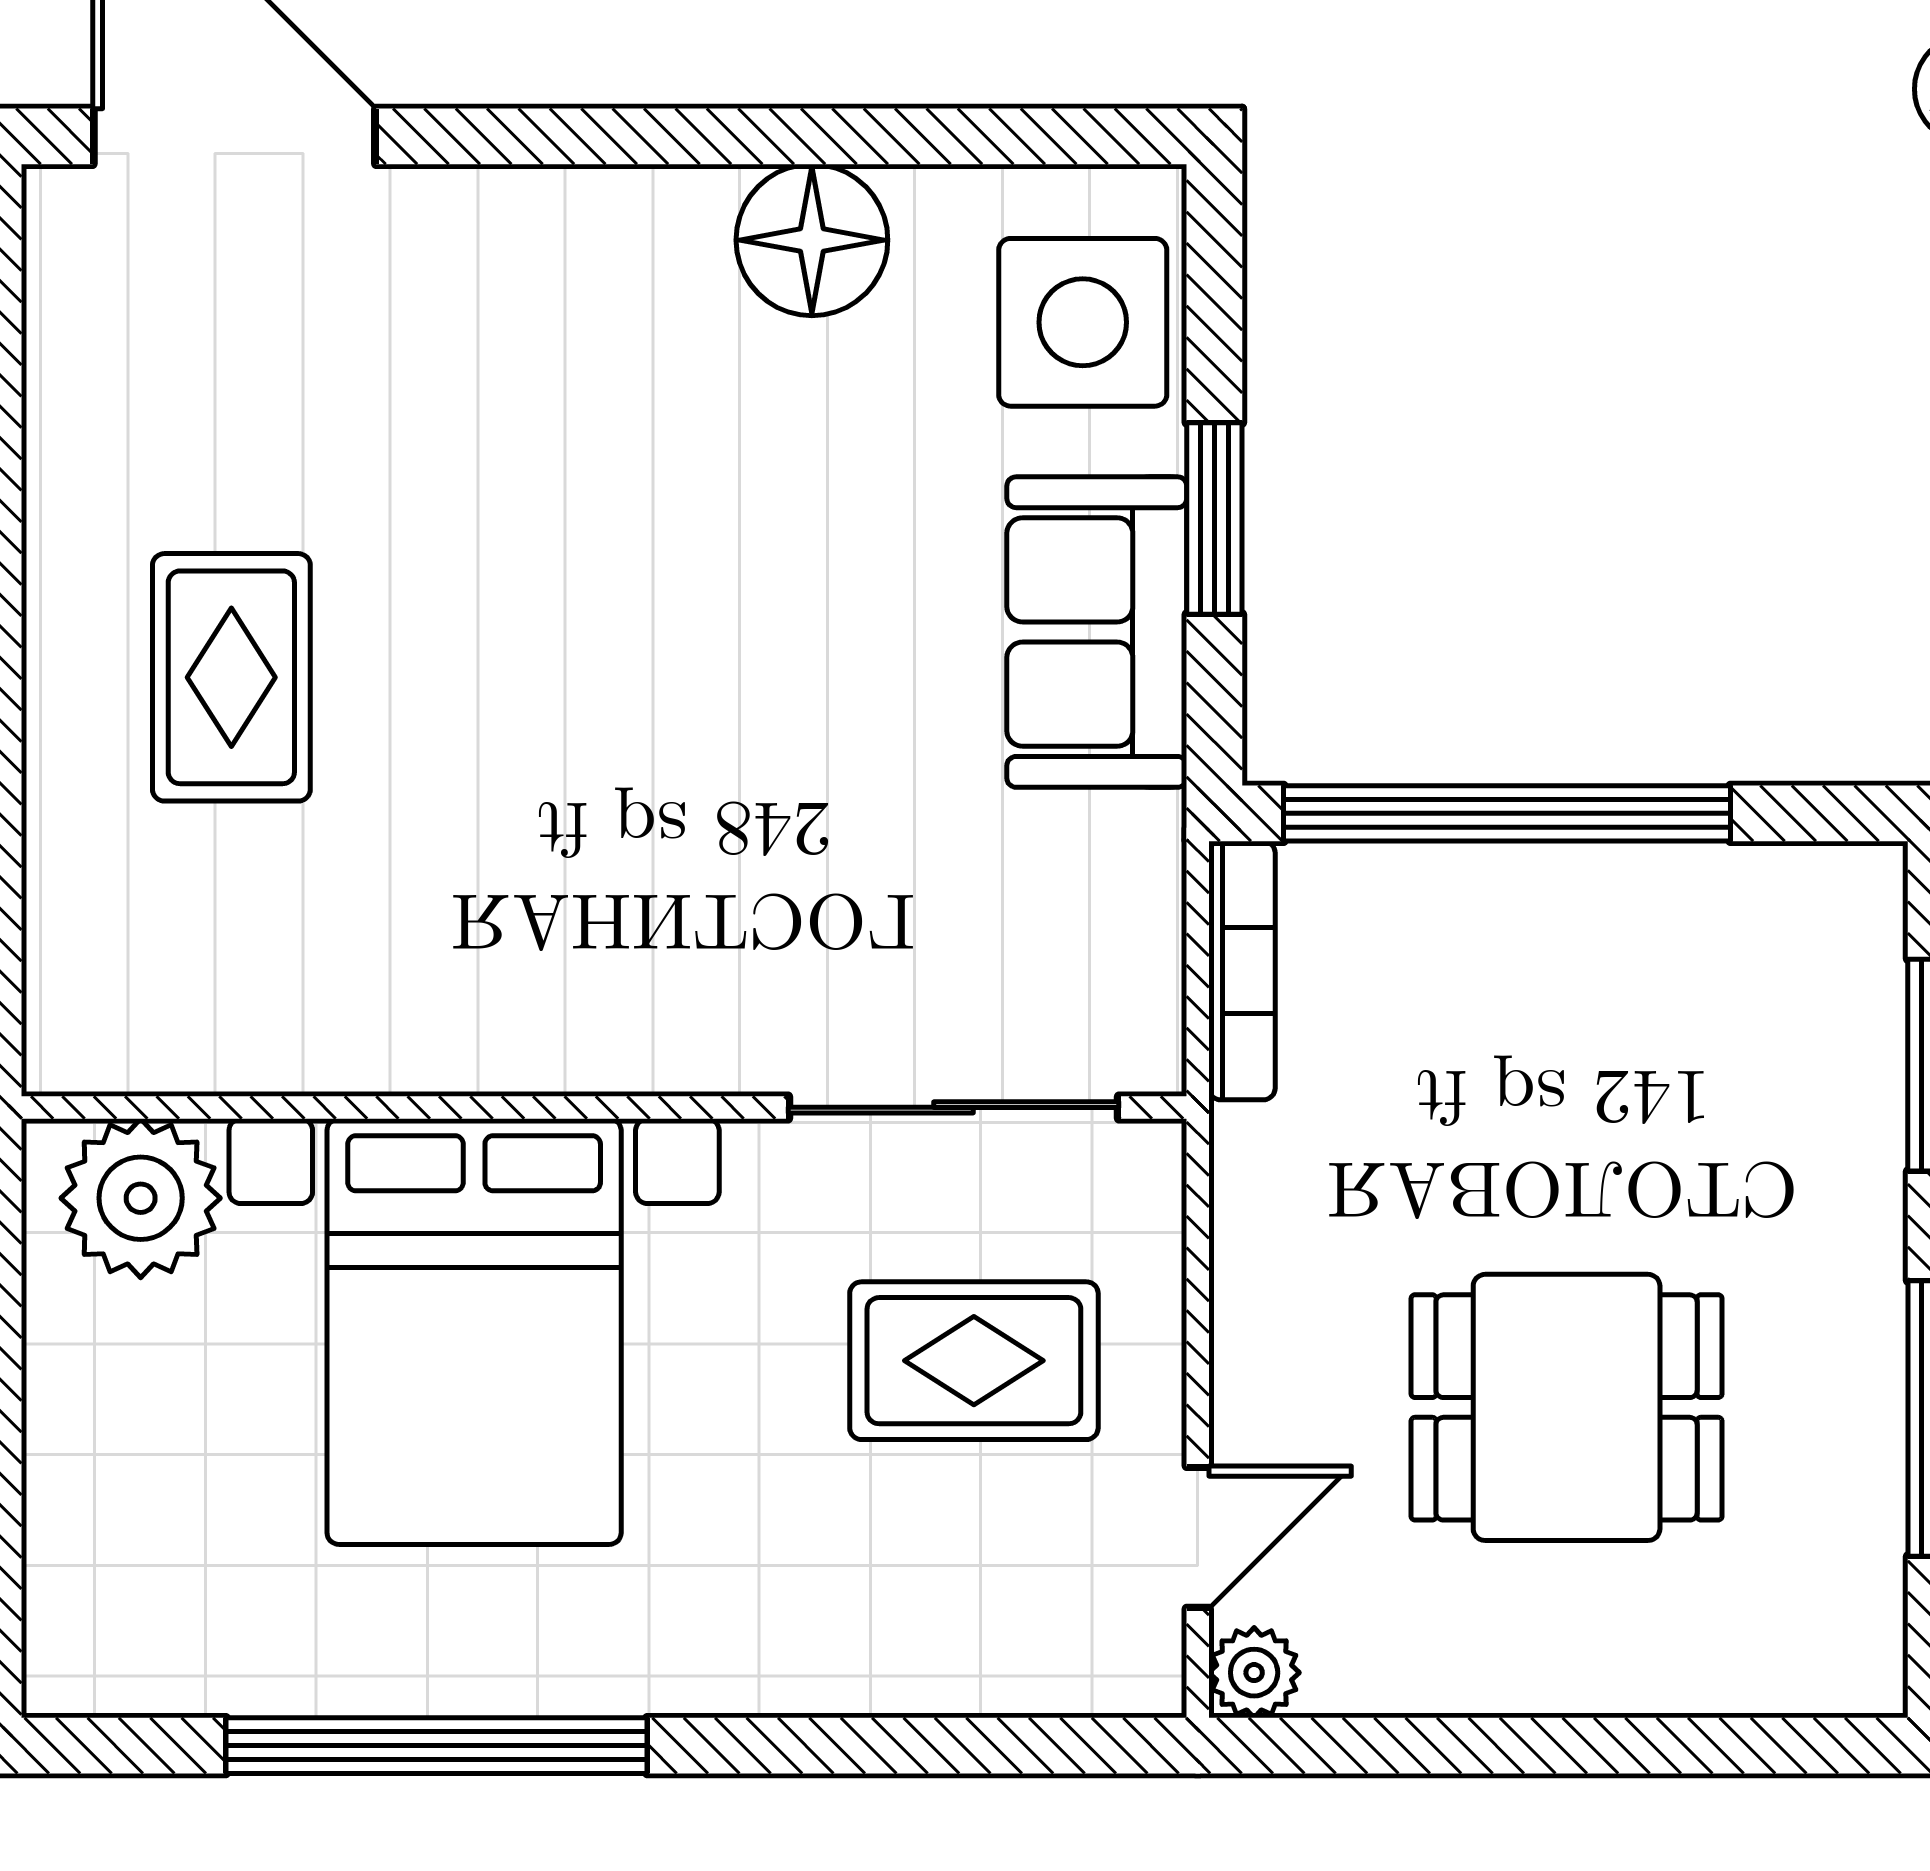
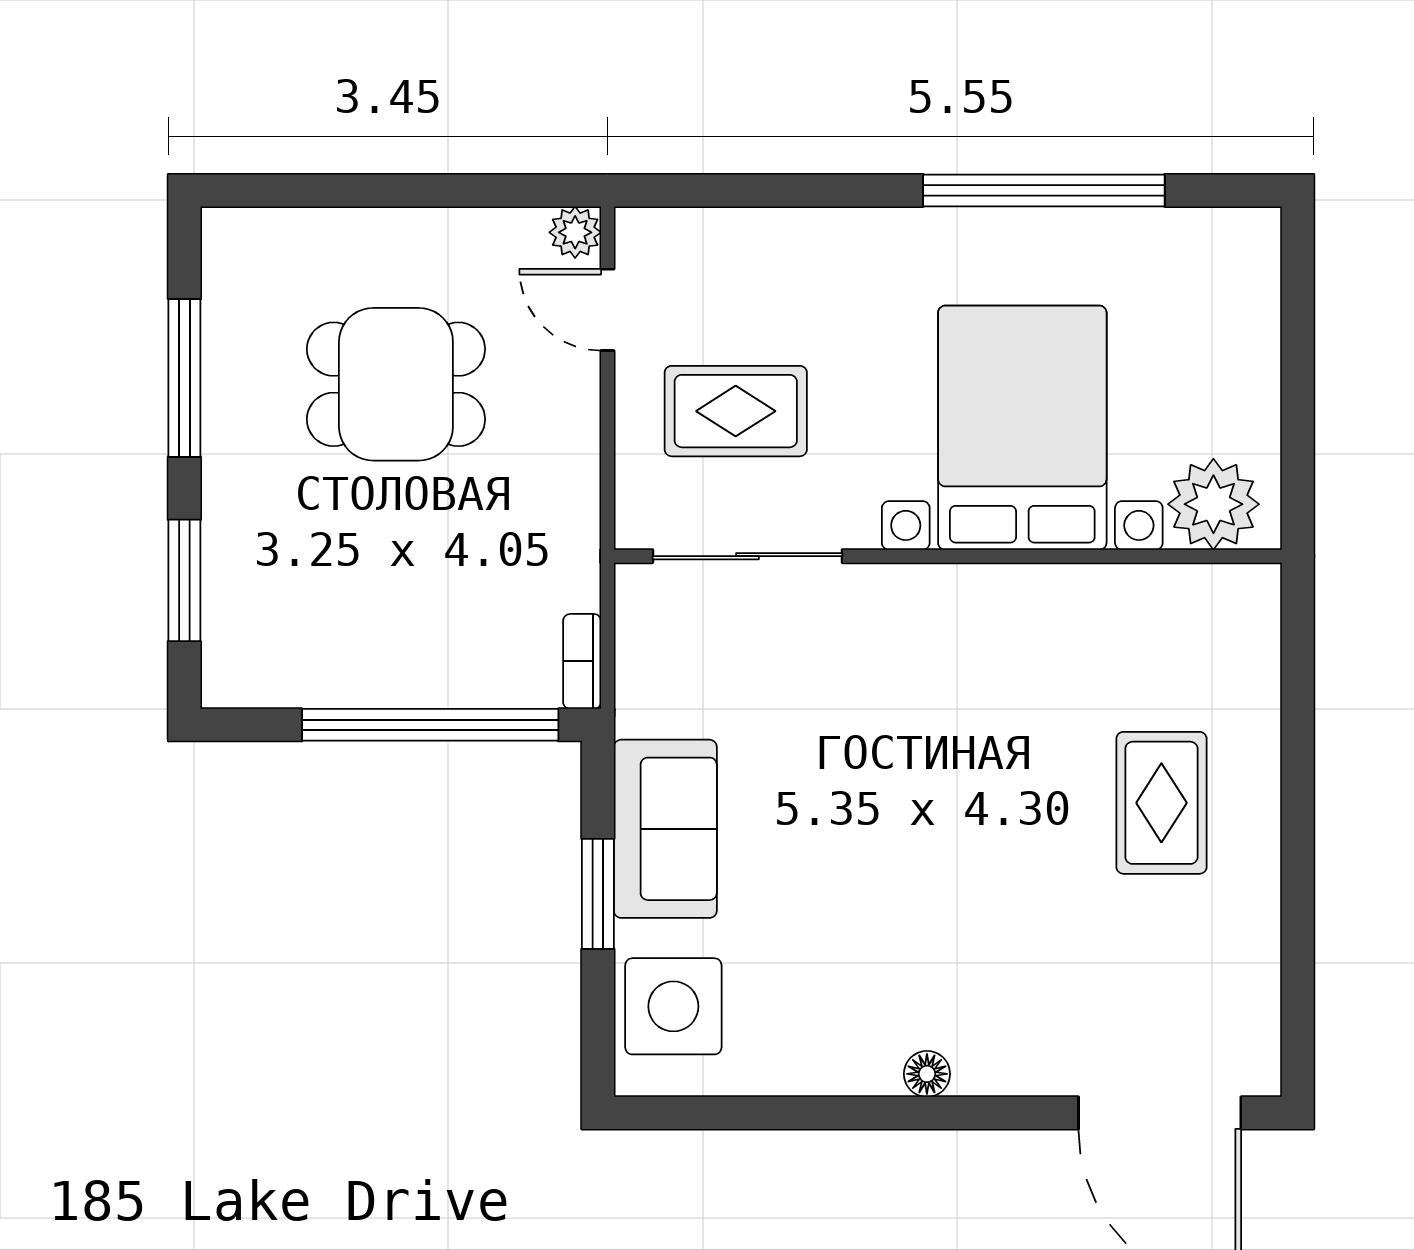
floor lamp: (812, 240) -> (927, 1074), moved, width x0.53, depth x0.53
bookcase: (1242, 971) -> (582, 661), width x0.64
door: (1198, 1537) -> (607, 310), hinge flipped

